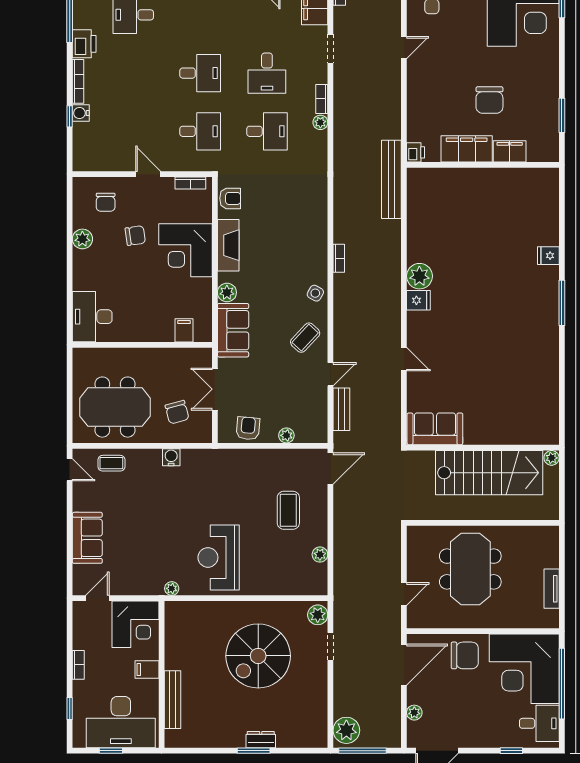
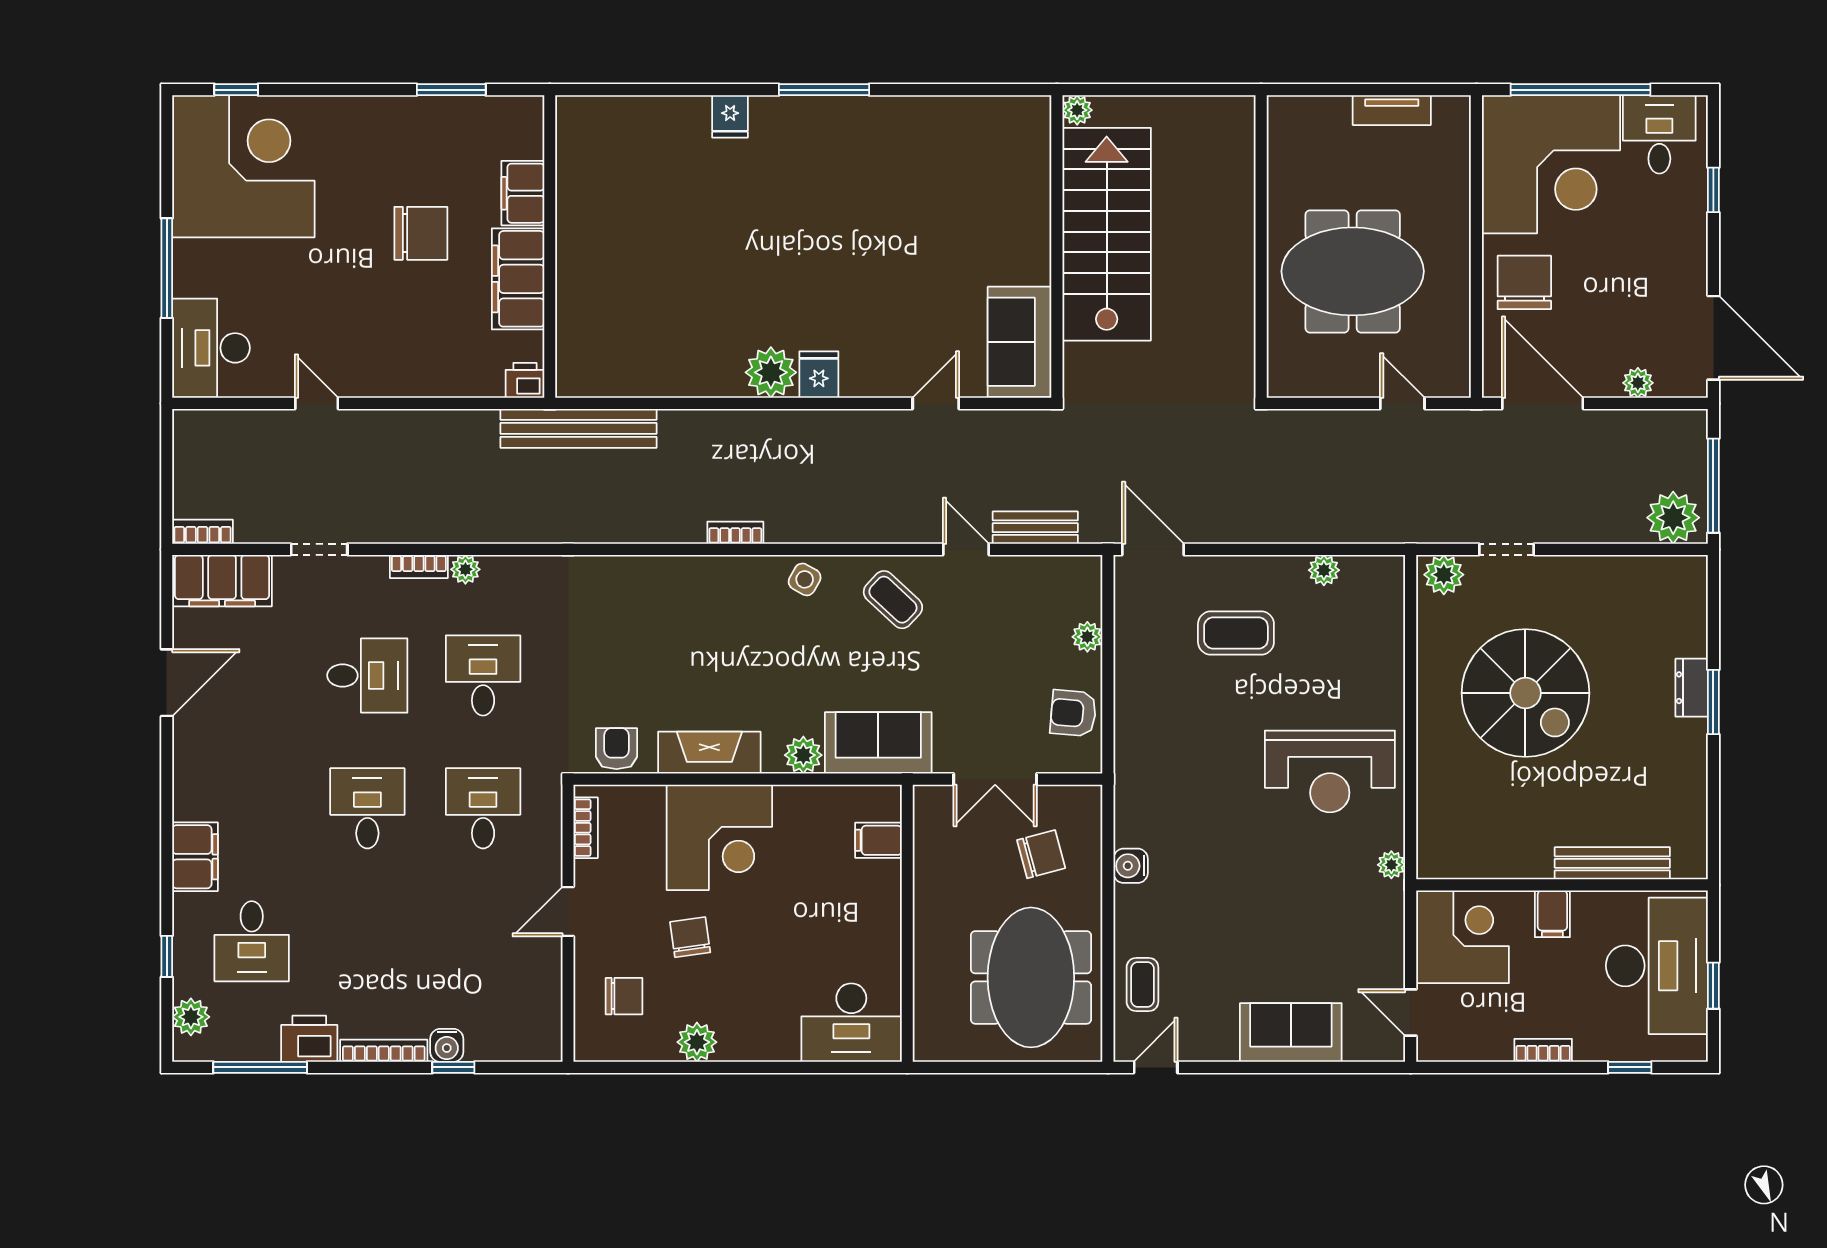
sofa: (435, 429) -> (1020, 342), moved
wall: (483, 448) -> (1057, 247), moved
plant: (552, 458) -> (1077, 110), moved
stairs: (489, 473) -> (1107, 234), moved

